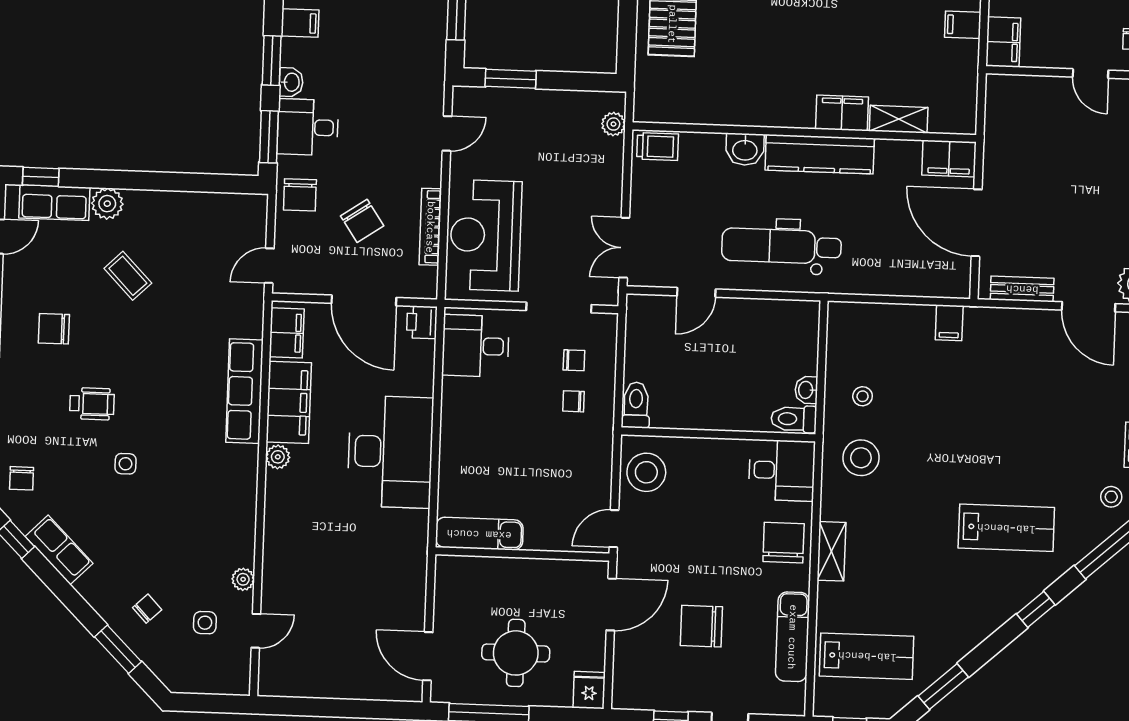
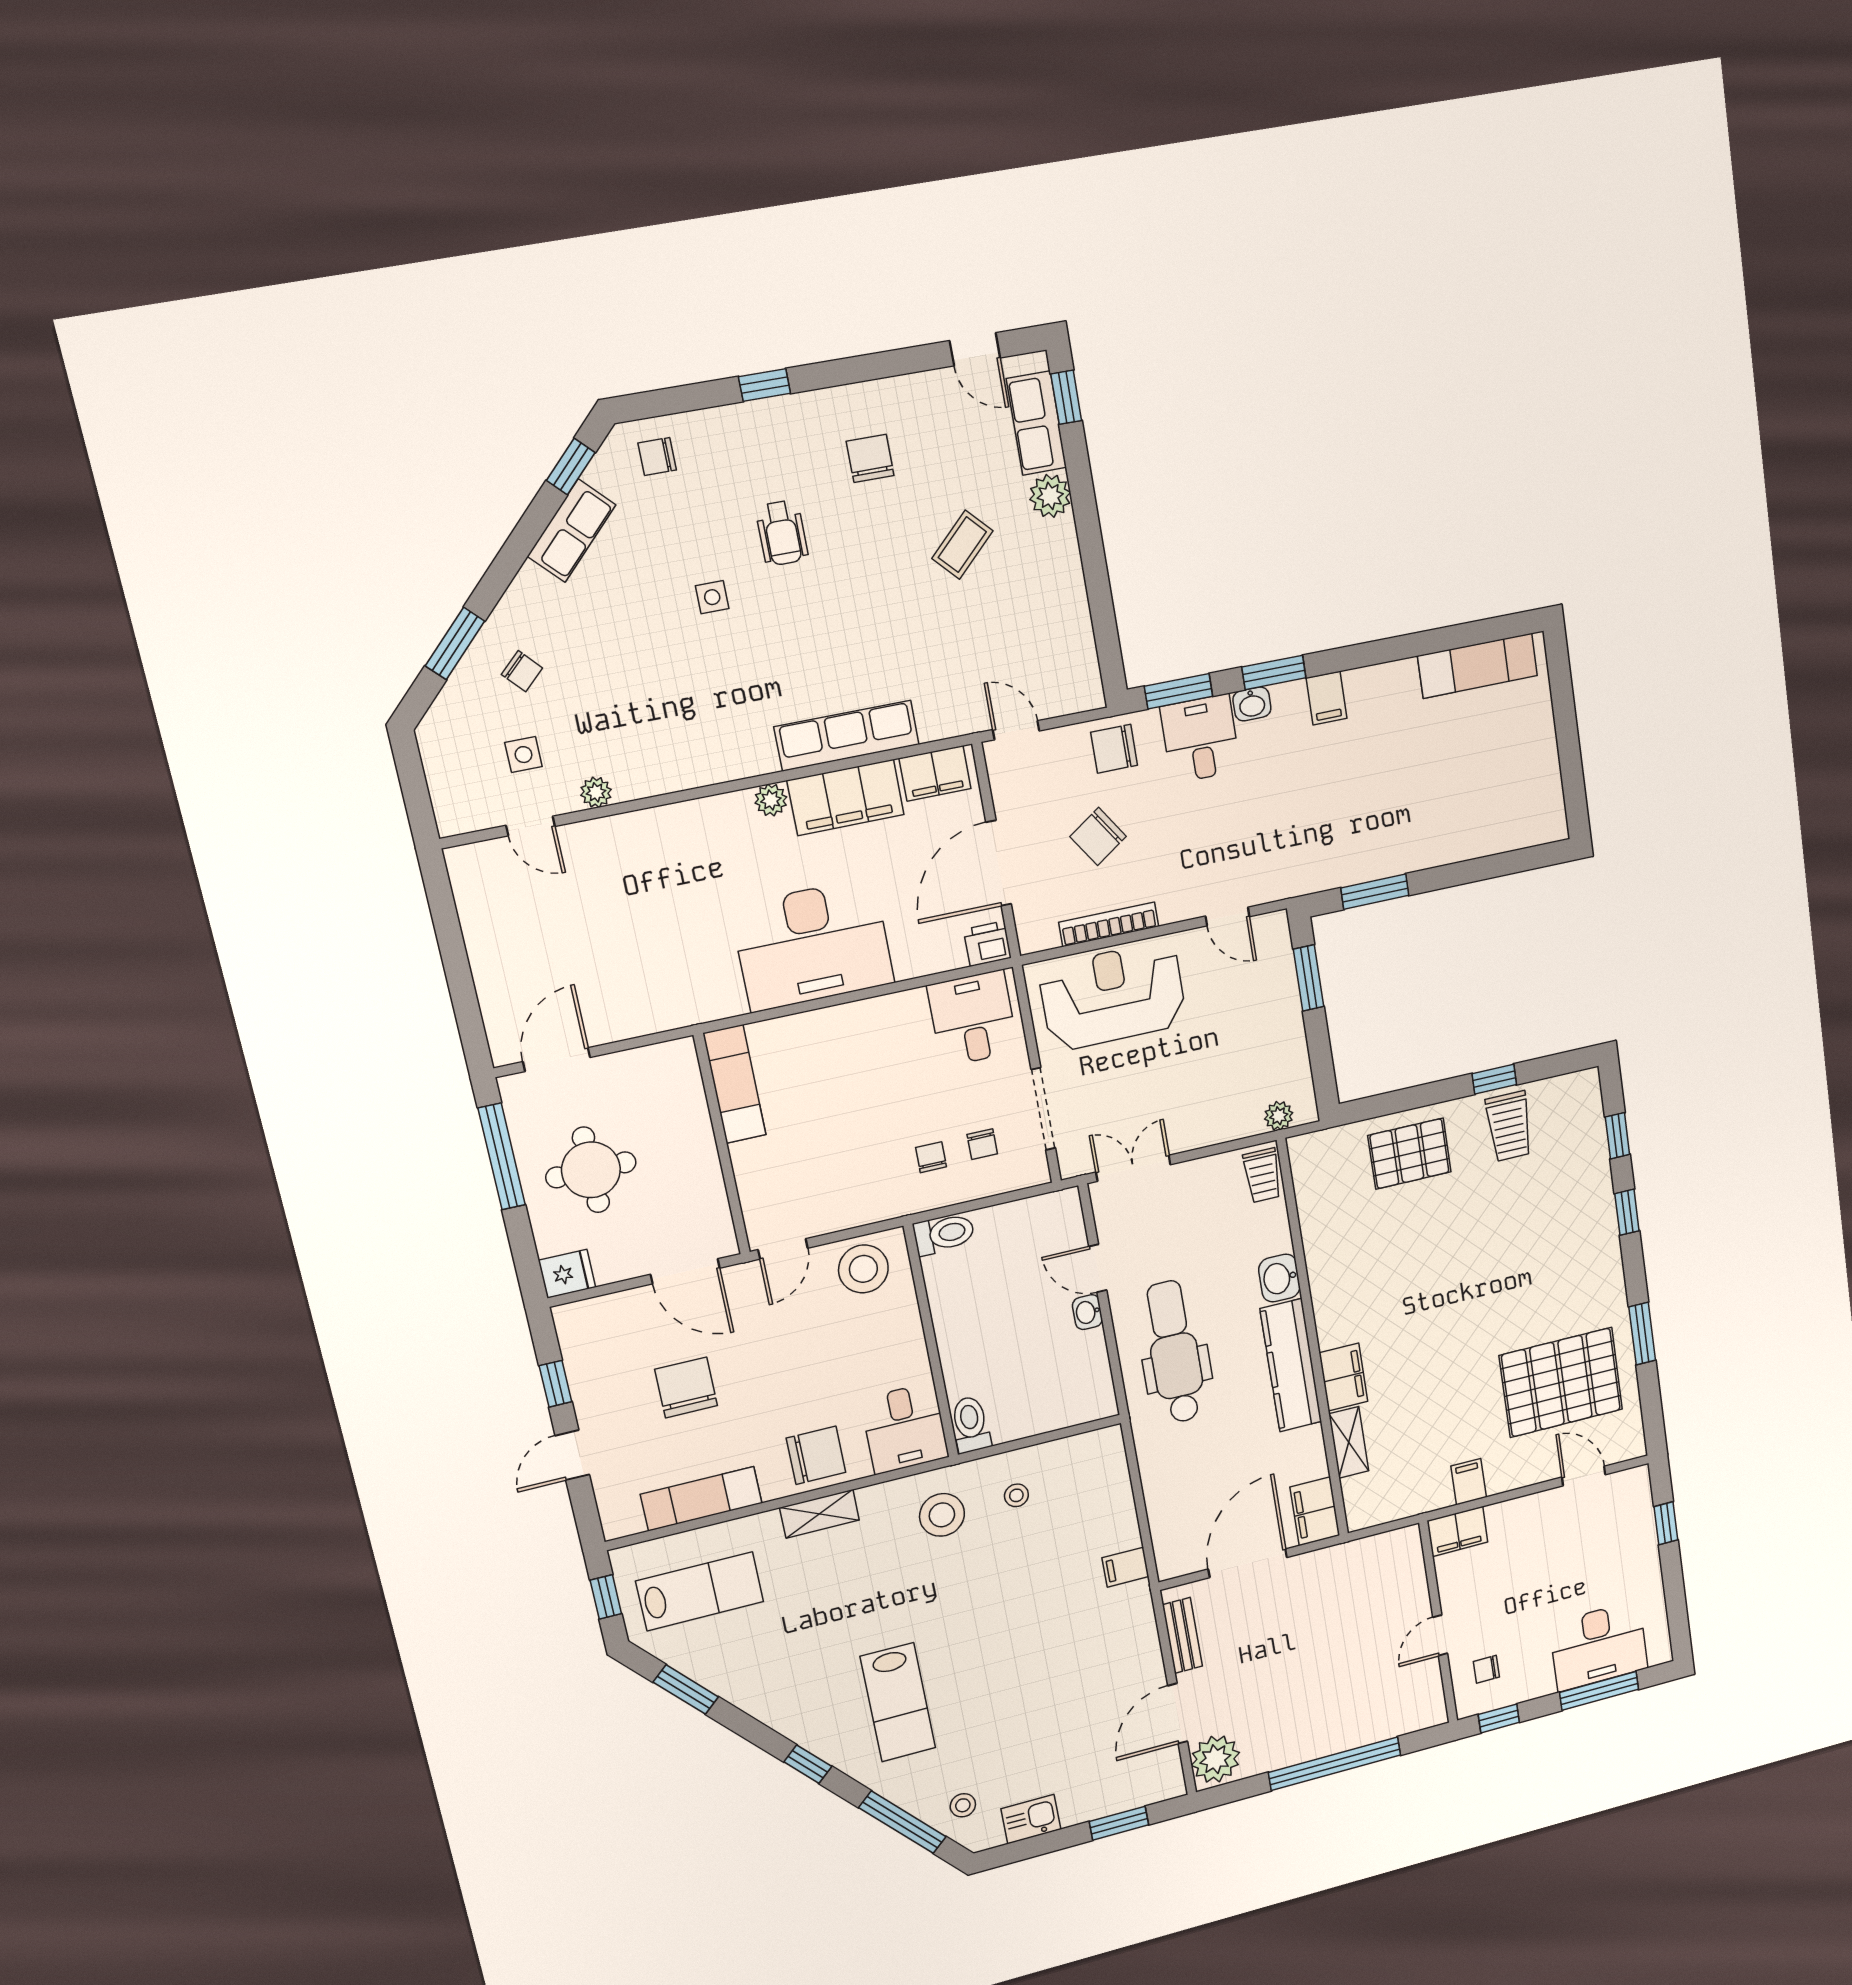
washbasin: (806, 390) -> (1087, 1312), moved, turned -90
door: (614, 529) -> (783, 1249), swing flipped
lab bench: (867, 656) -> (700, 1591), turned -90

